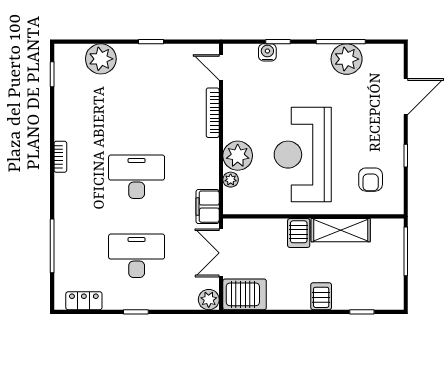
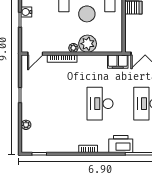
water cooler: (267, 52) -> (26, 12), moved
plant: (101, 59) -> (26, 125), width x0.53, depth x0.53
plant: (231, 180) -> (73, 48), moved
printer: (68, 212) -> (121, 144), added

